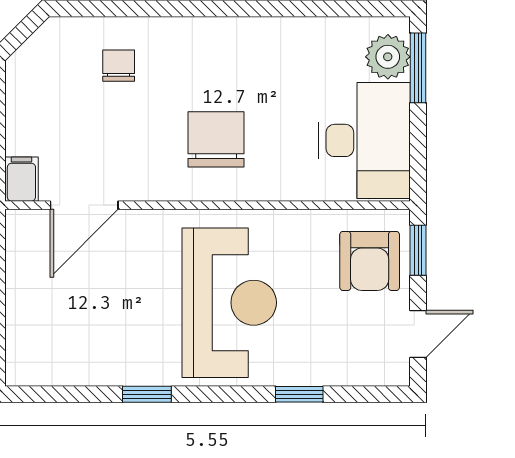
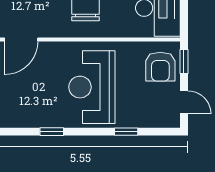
reception desk: (229, 303) -> (92, 87), turned 180
door: (418, 334) -> (184, 102), hinge flipped

